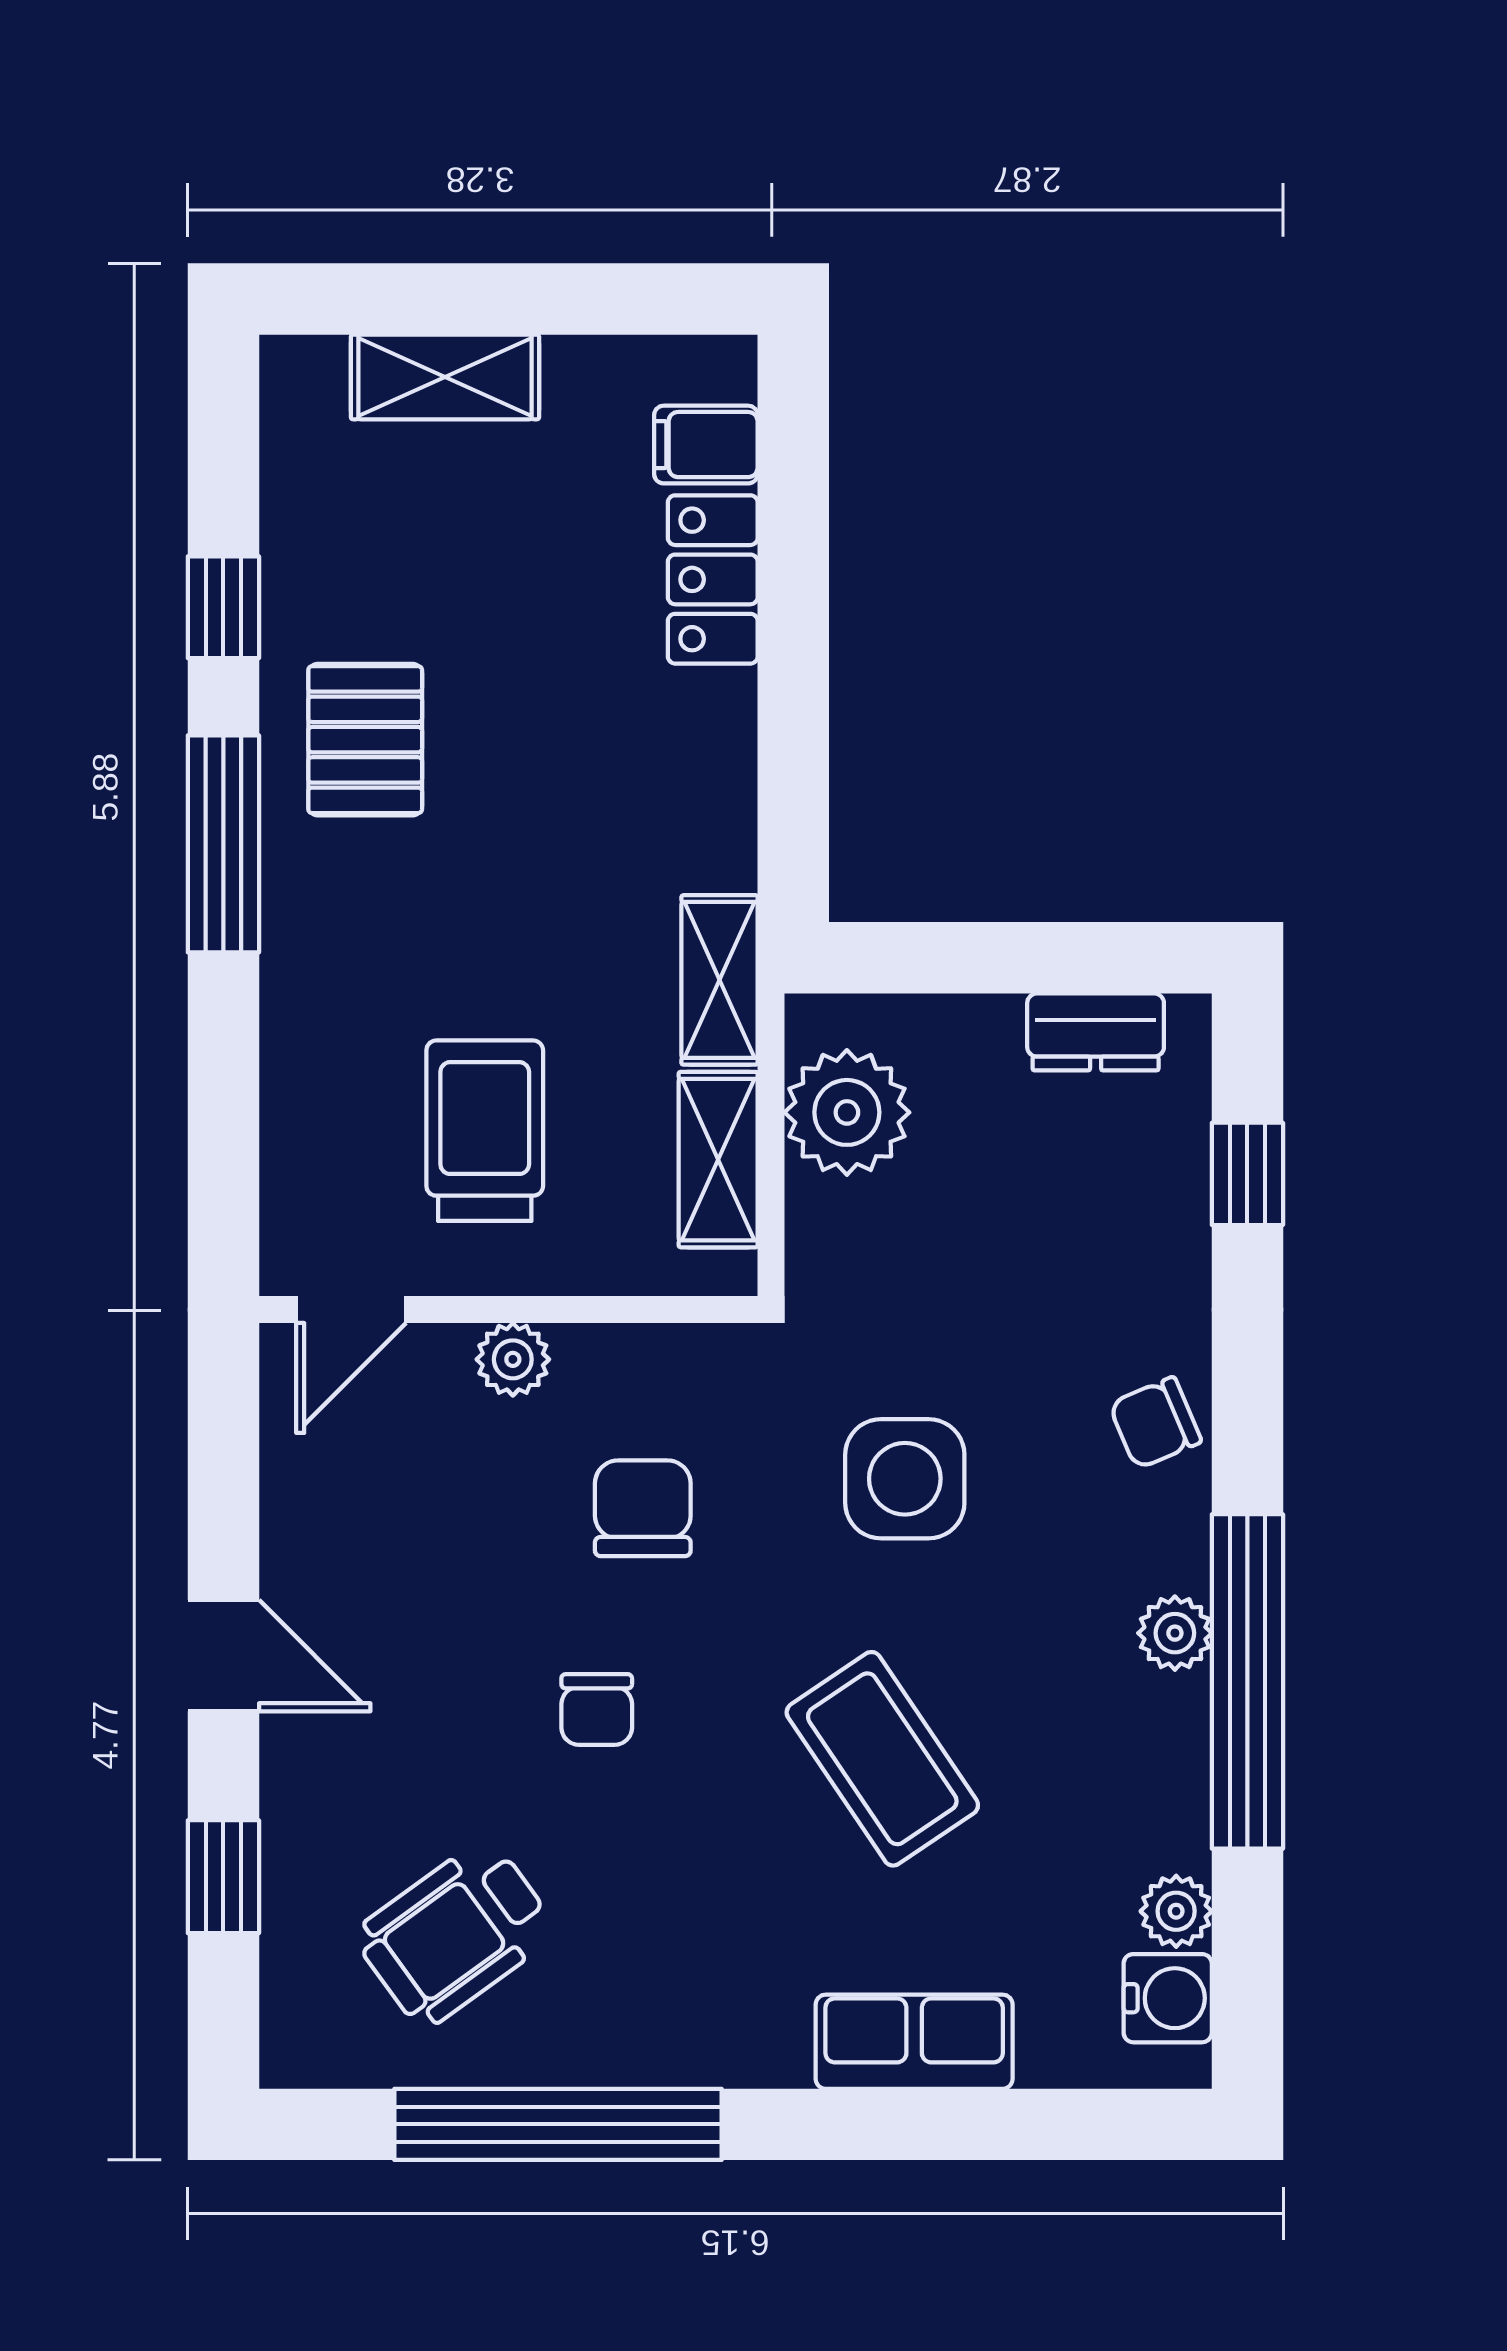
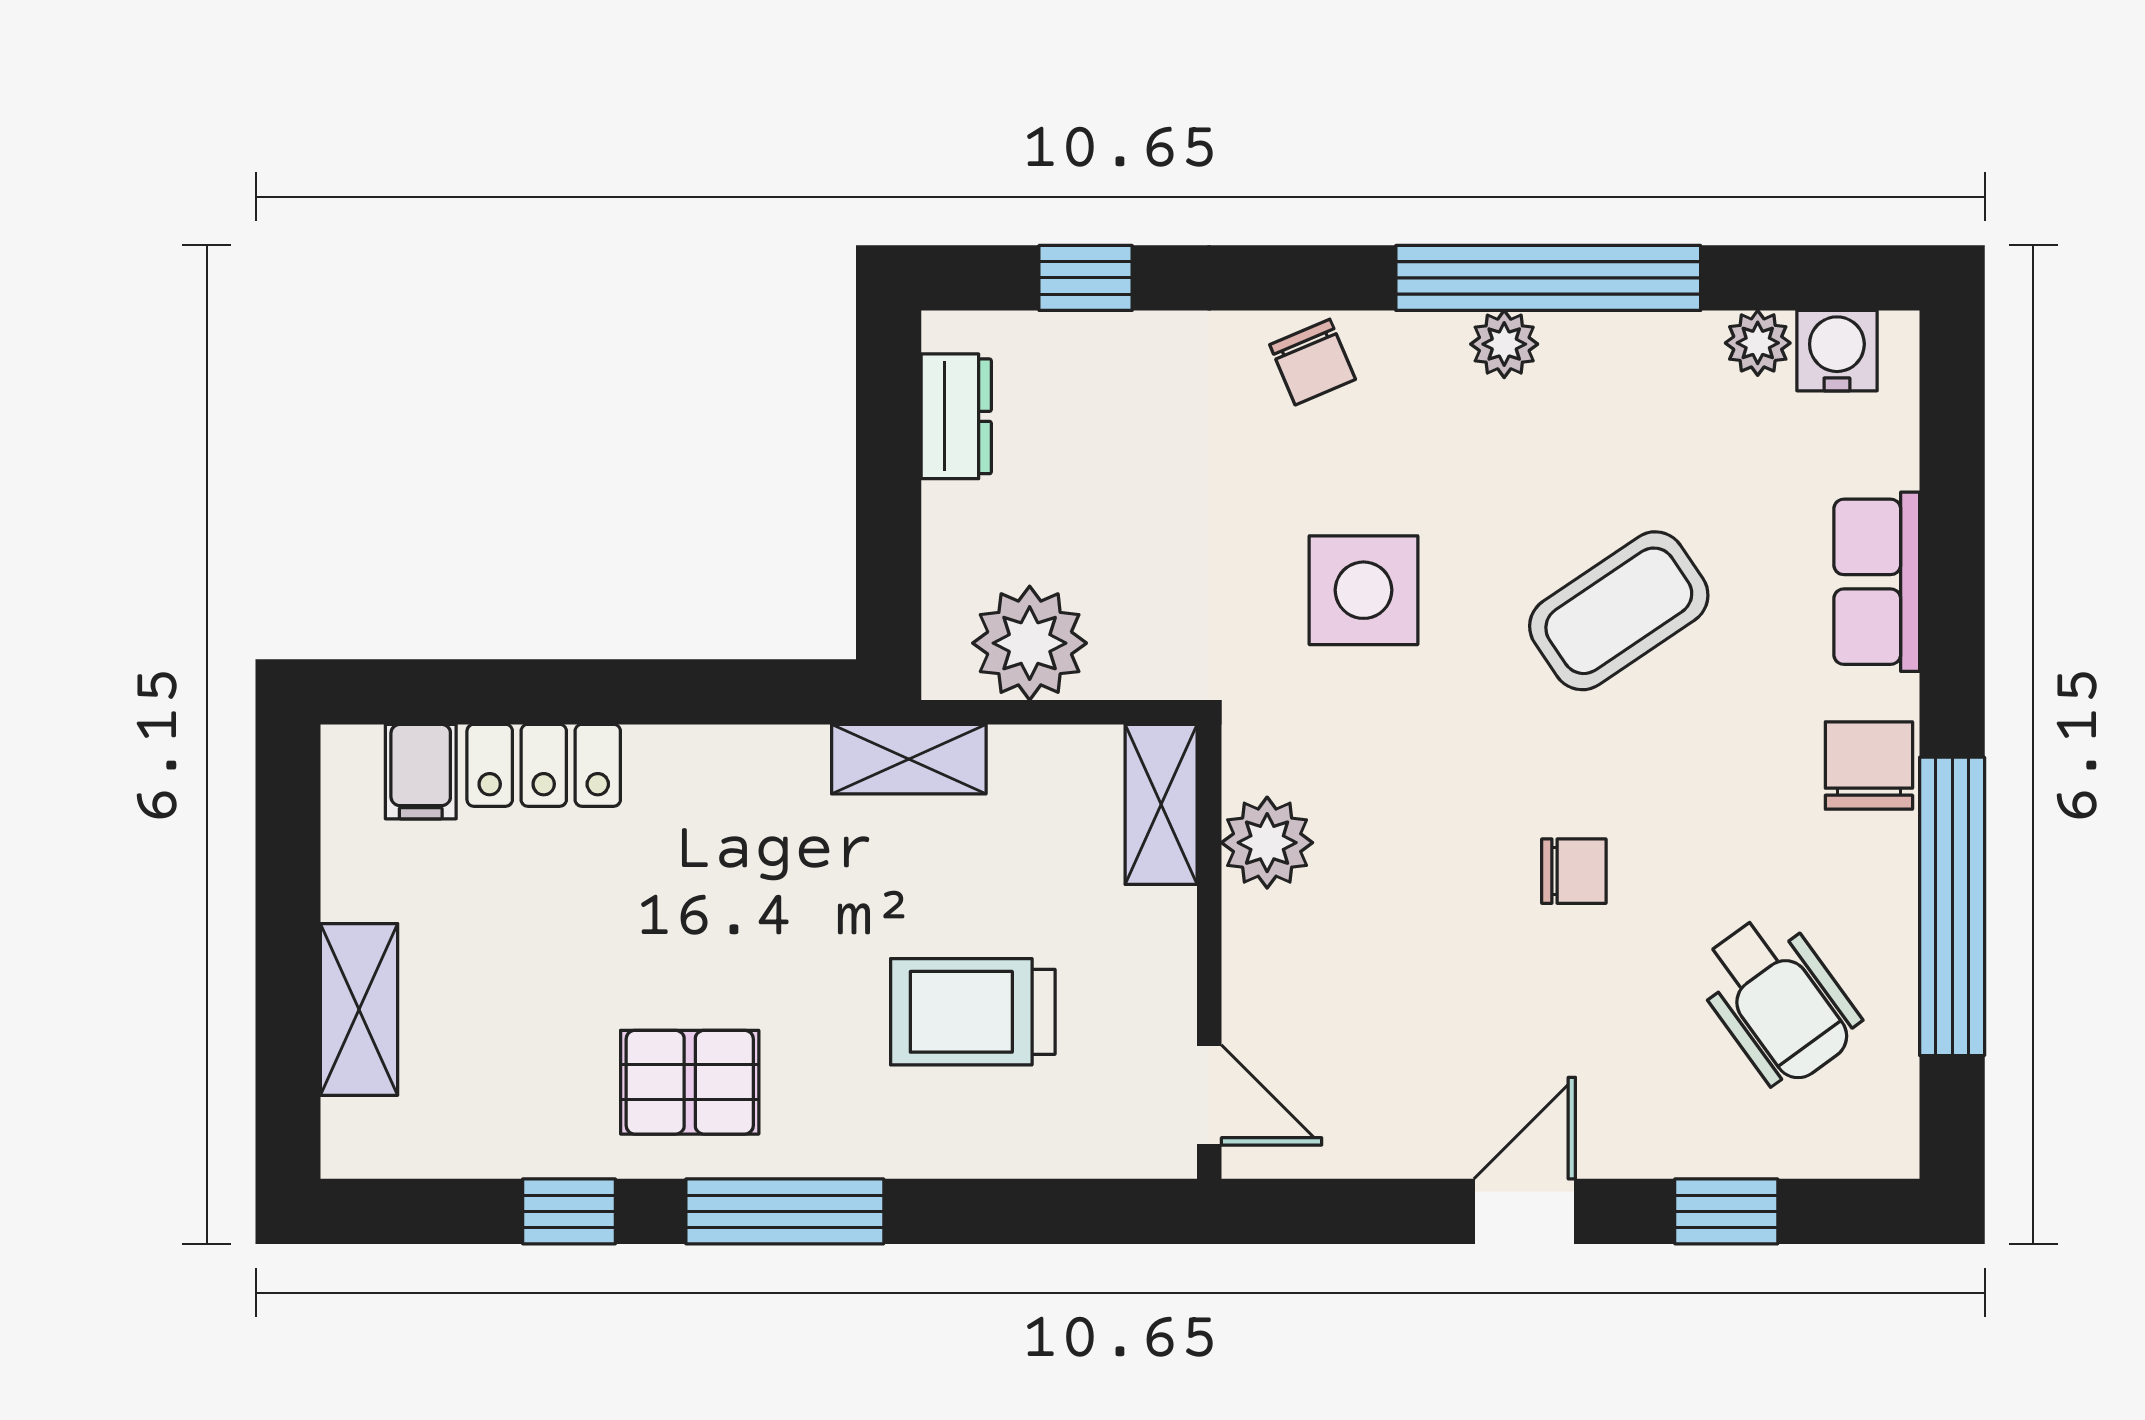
trolley: (485, 1131) -> (973, 1012), moved
shelving: (718, 1160) -> (1161, 804), moved, turned 90
plant: (513, 1359) -> (1267, 843), moved, width x1.38, depth x1.38
chair: (643, 1508) -> (1869, 765), moved, turned 90

